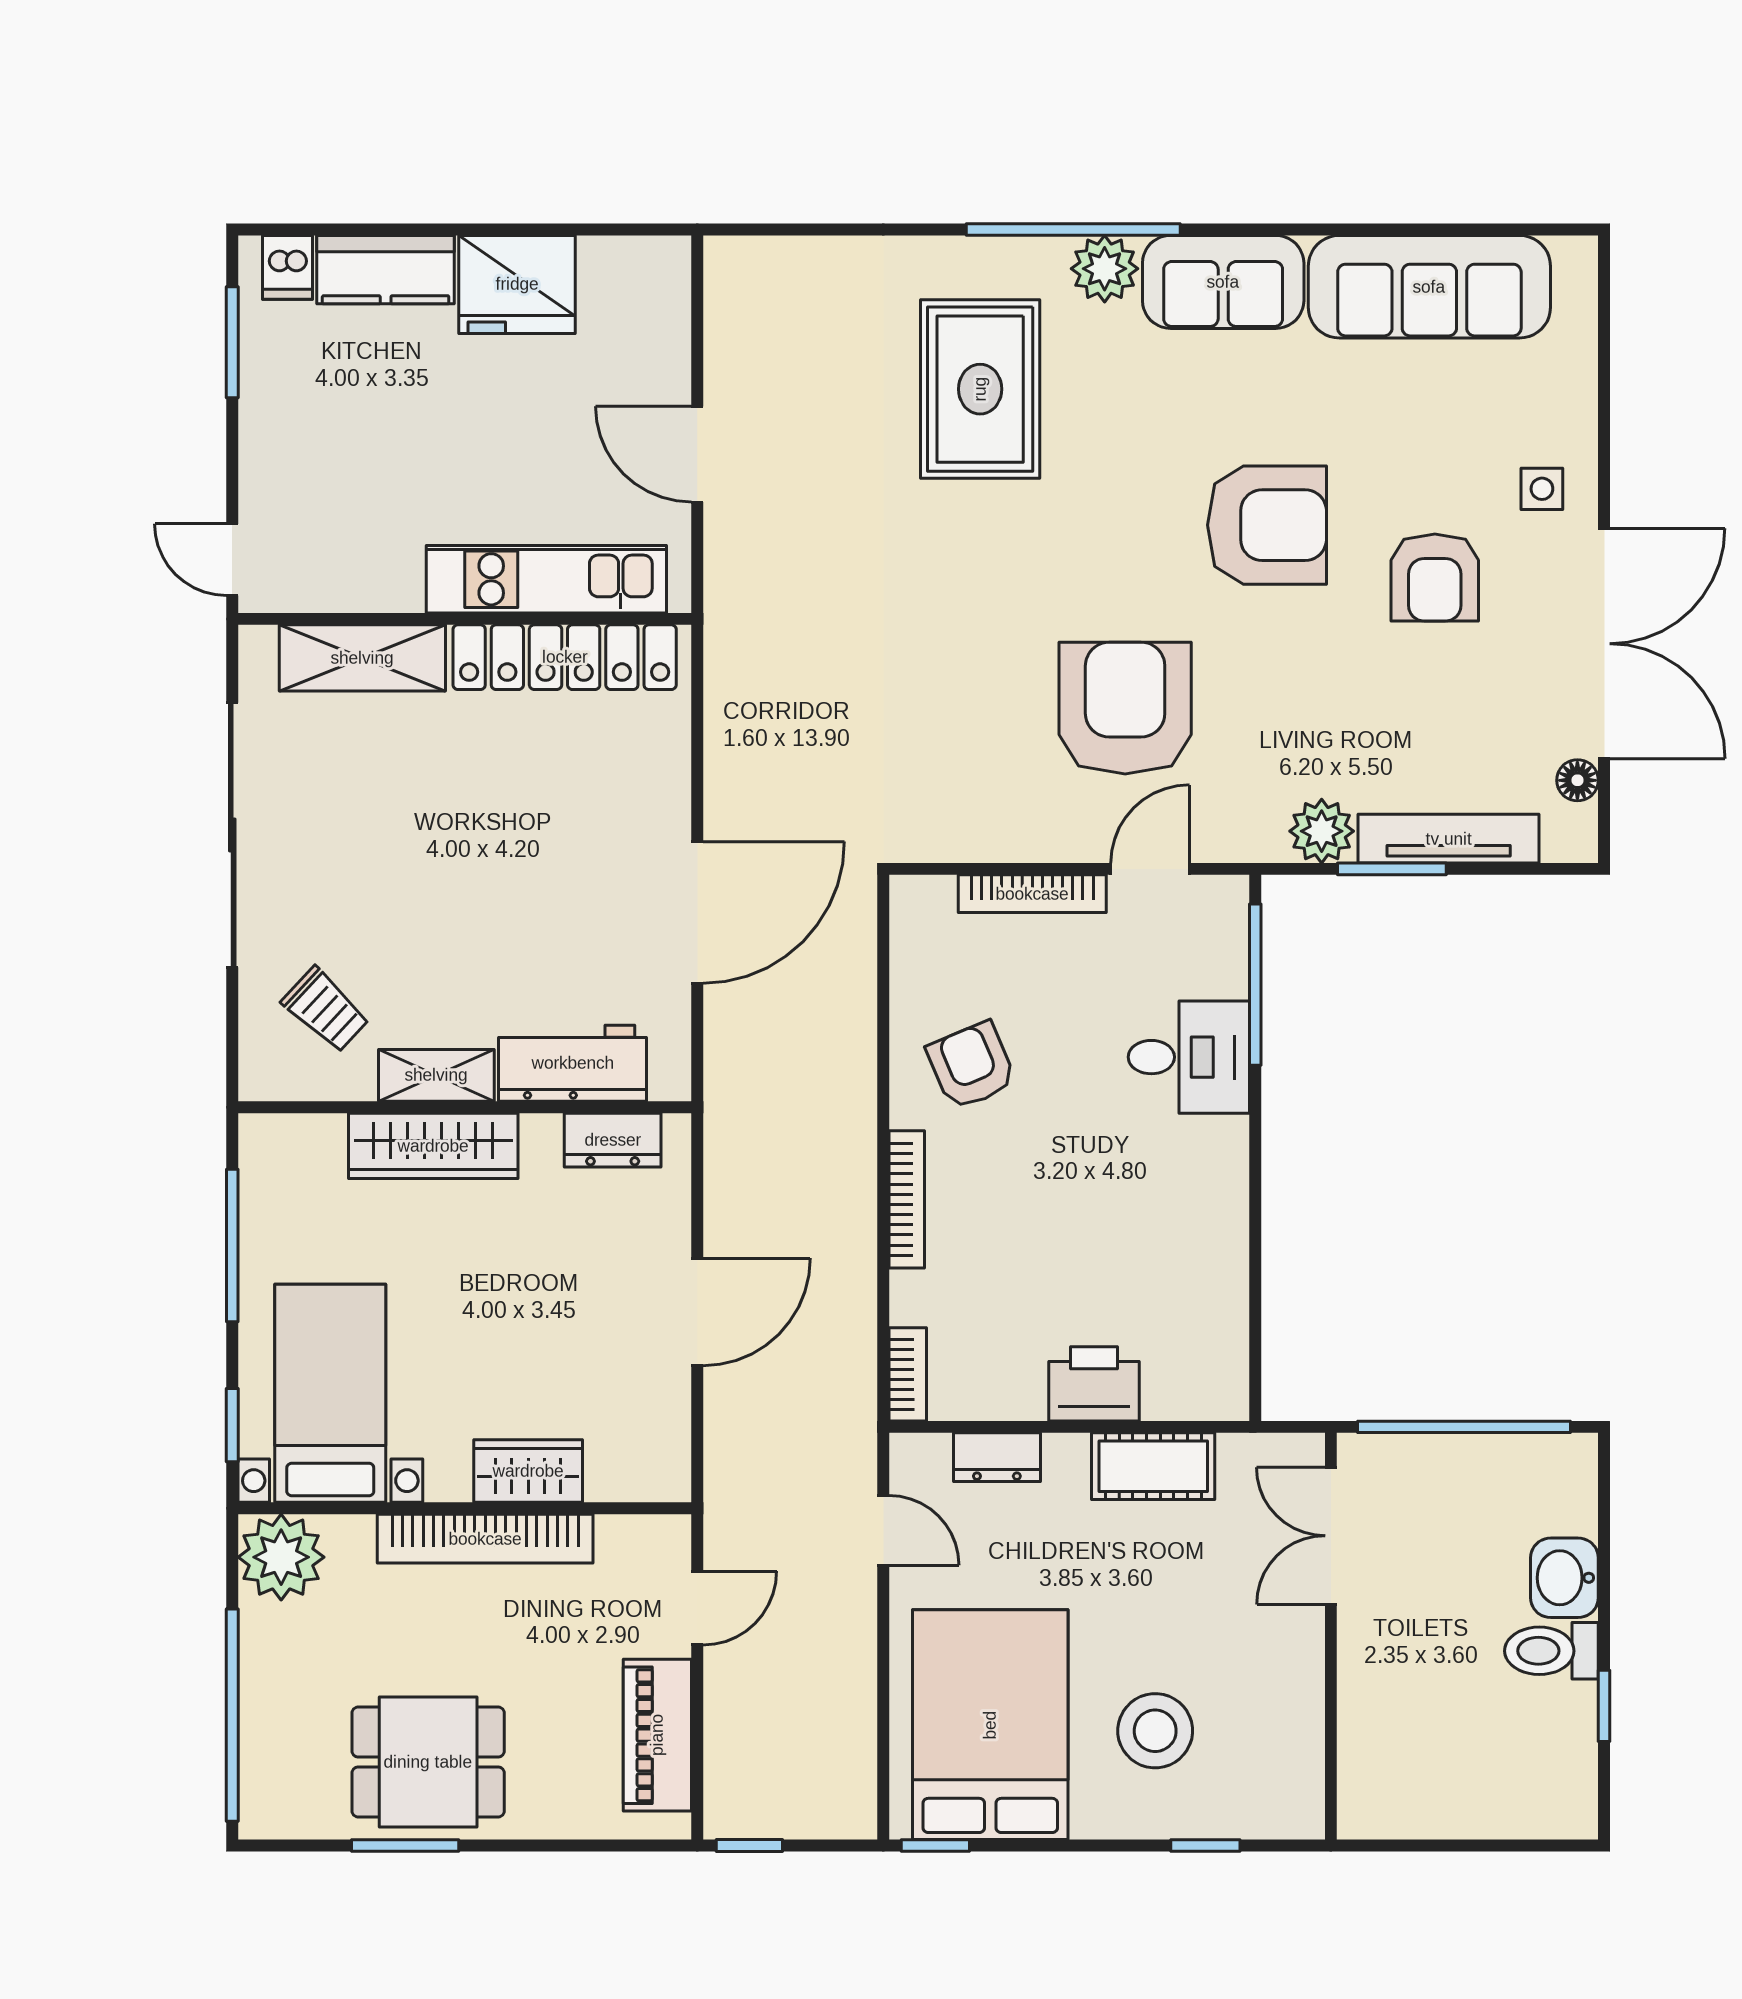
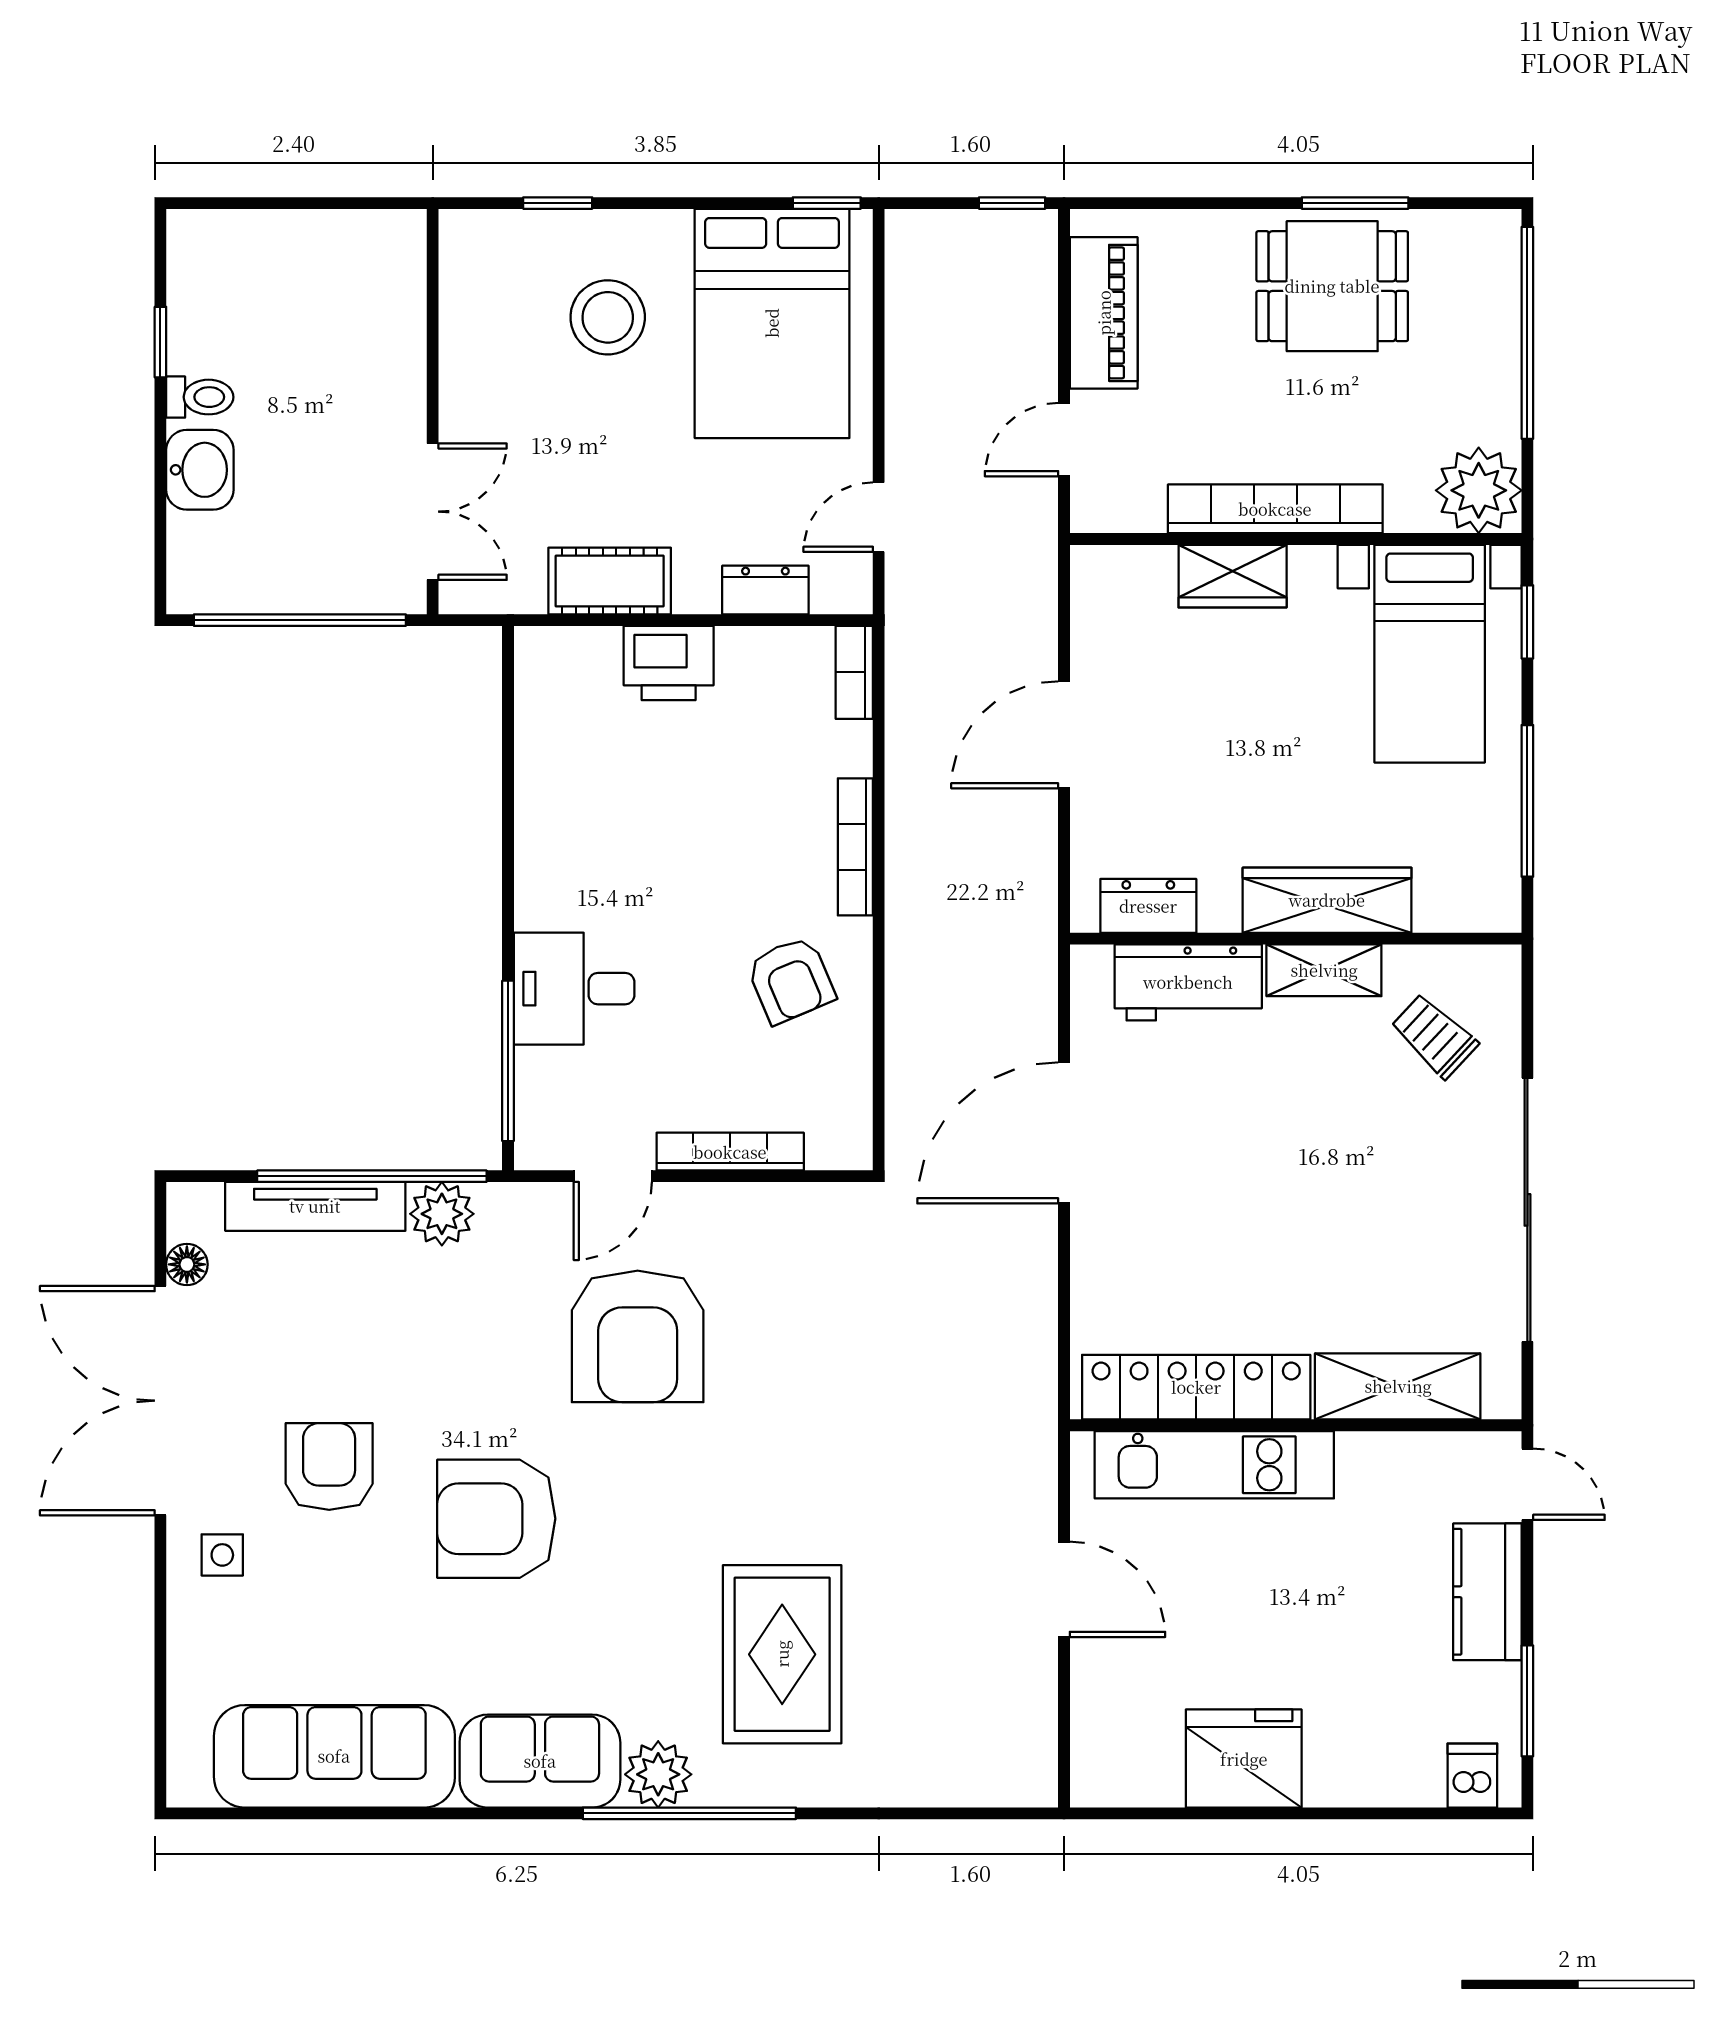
kitchen counter: (386, 270) -> (1487, 1592), moved, turned -90
window: (1392, 869) -> (372, 1176), width x2.11
door: (883, 1530) -> (879, 517), hinge flipped
toilet: (1551, 1651) -> (200, 397), width x0.73, depth x0.72

